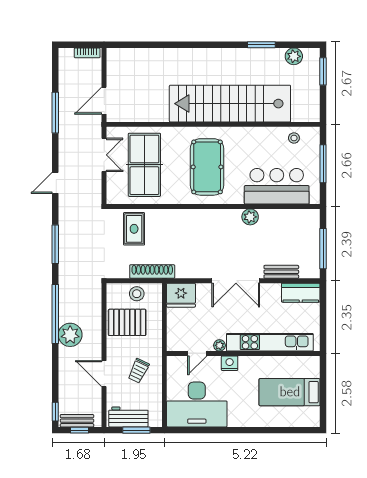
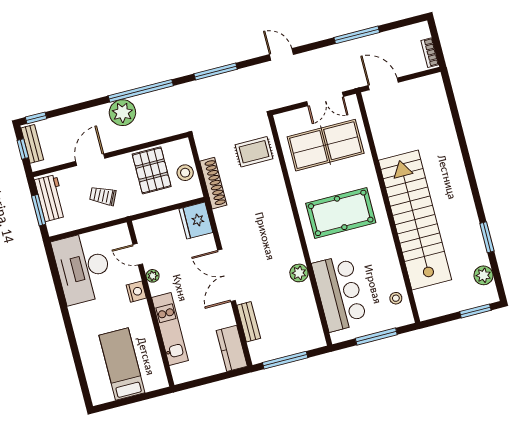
kitchen unit: (270, 342) -> (170, 329), width x0.73

